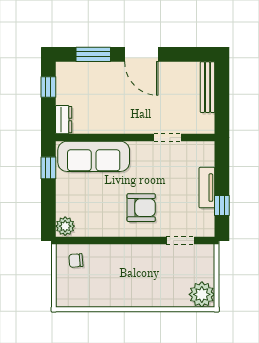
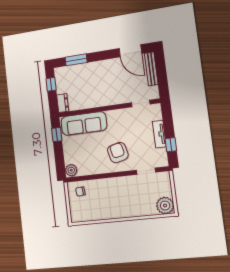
door: (141, 54) -> (130, 51), moved
doorway: (167, 138) -> (141, 103), moved
armchair: (141, 208) -> (118, 153), turned -104

